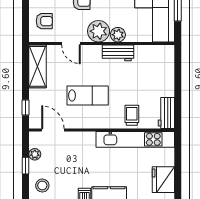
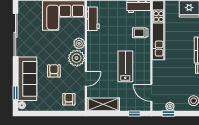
workbench: (118, 53) -> (93, 19), moved
door: (53, 130) -> (151, 93), hinge flipped
window: (26, 166) -> (168, 113), moved

